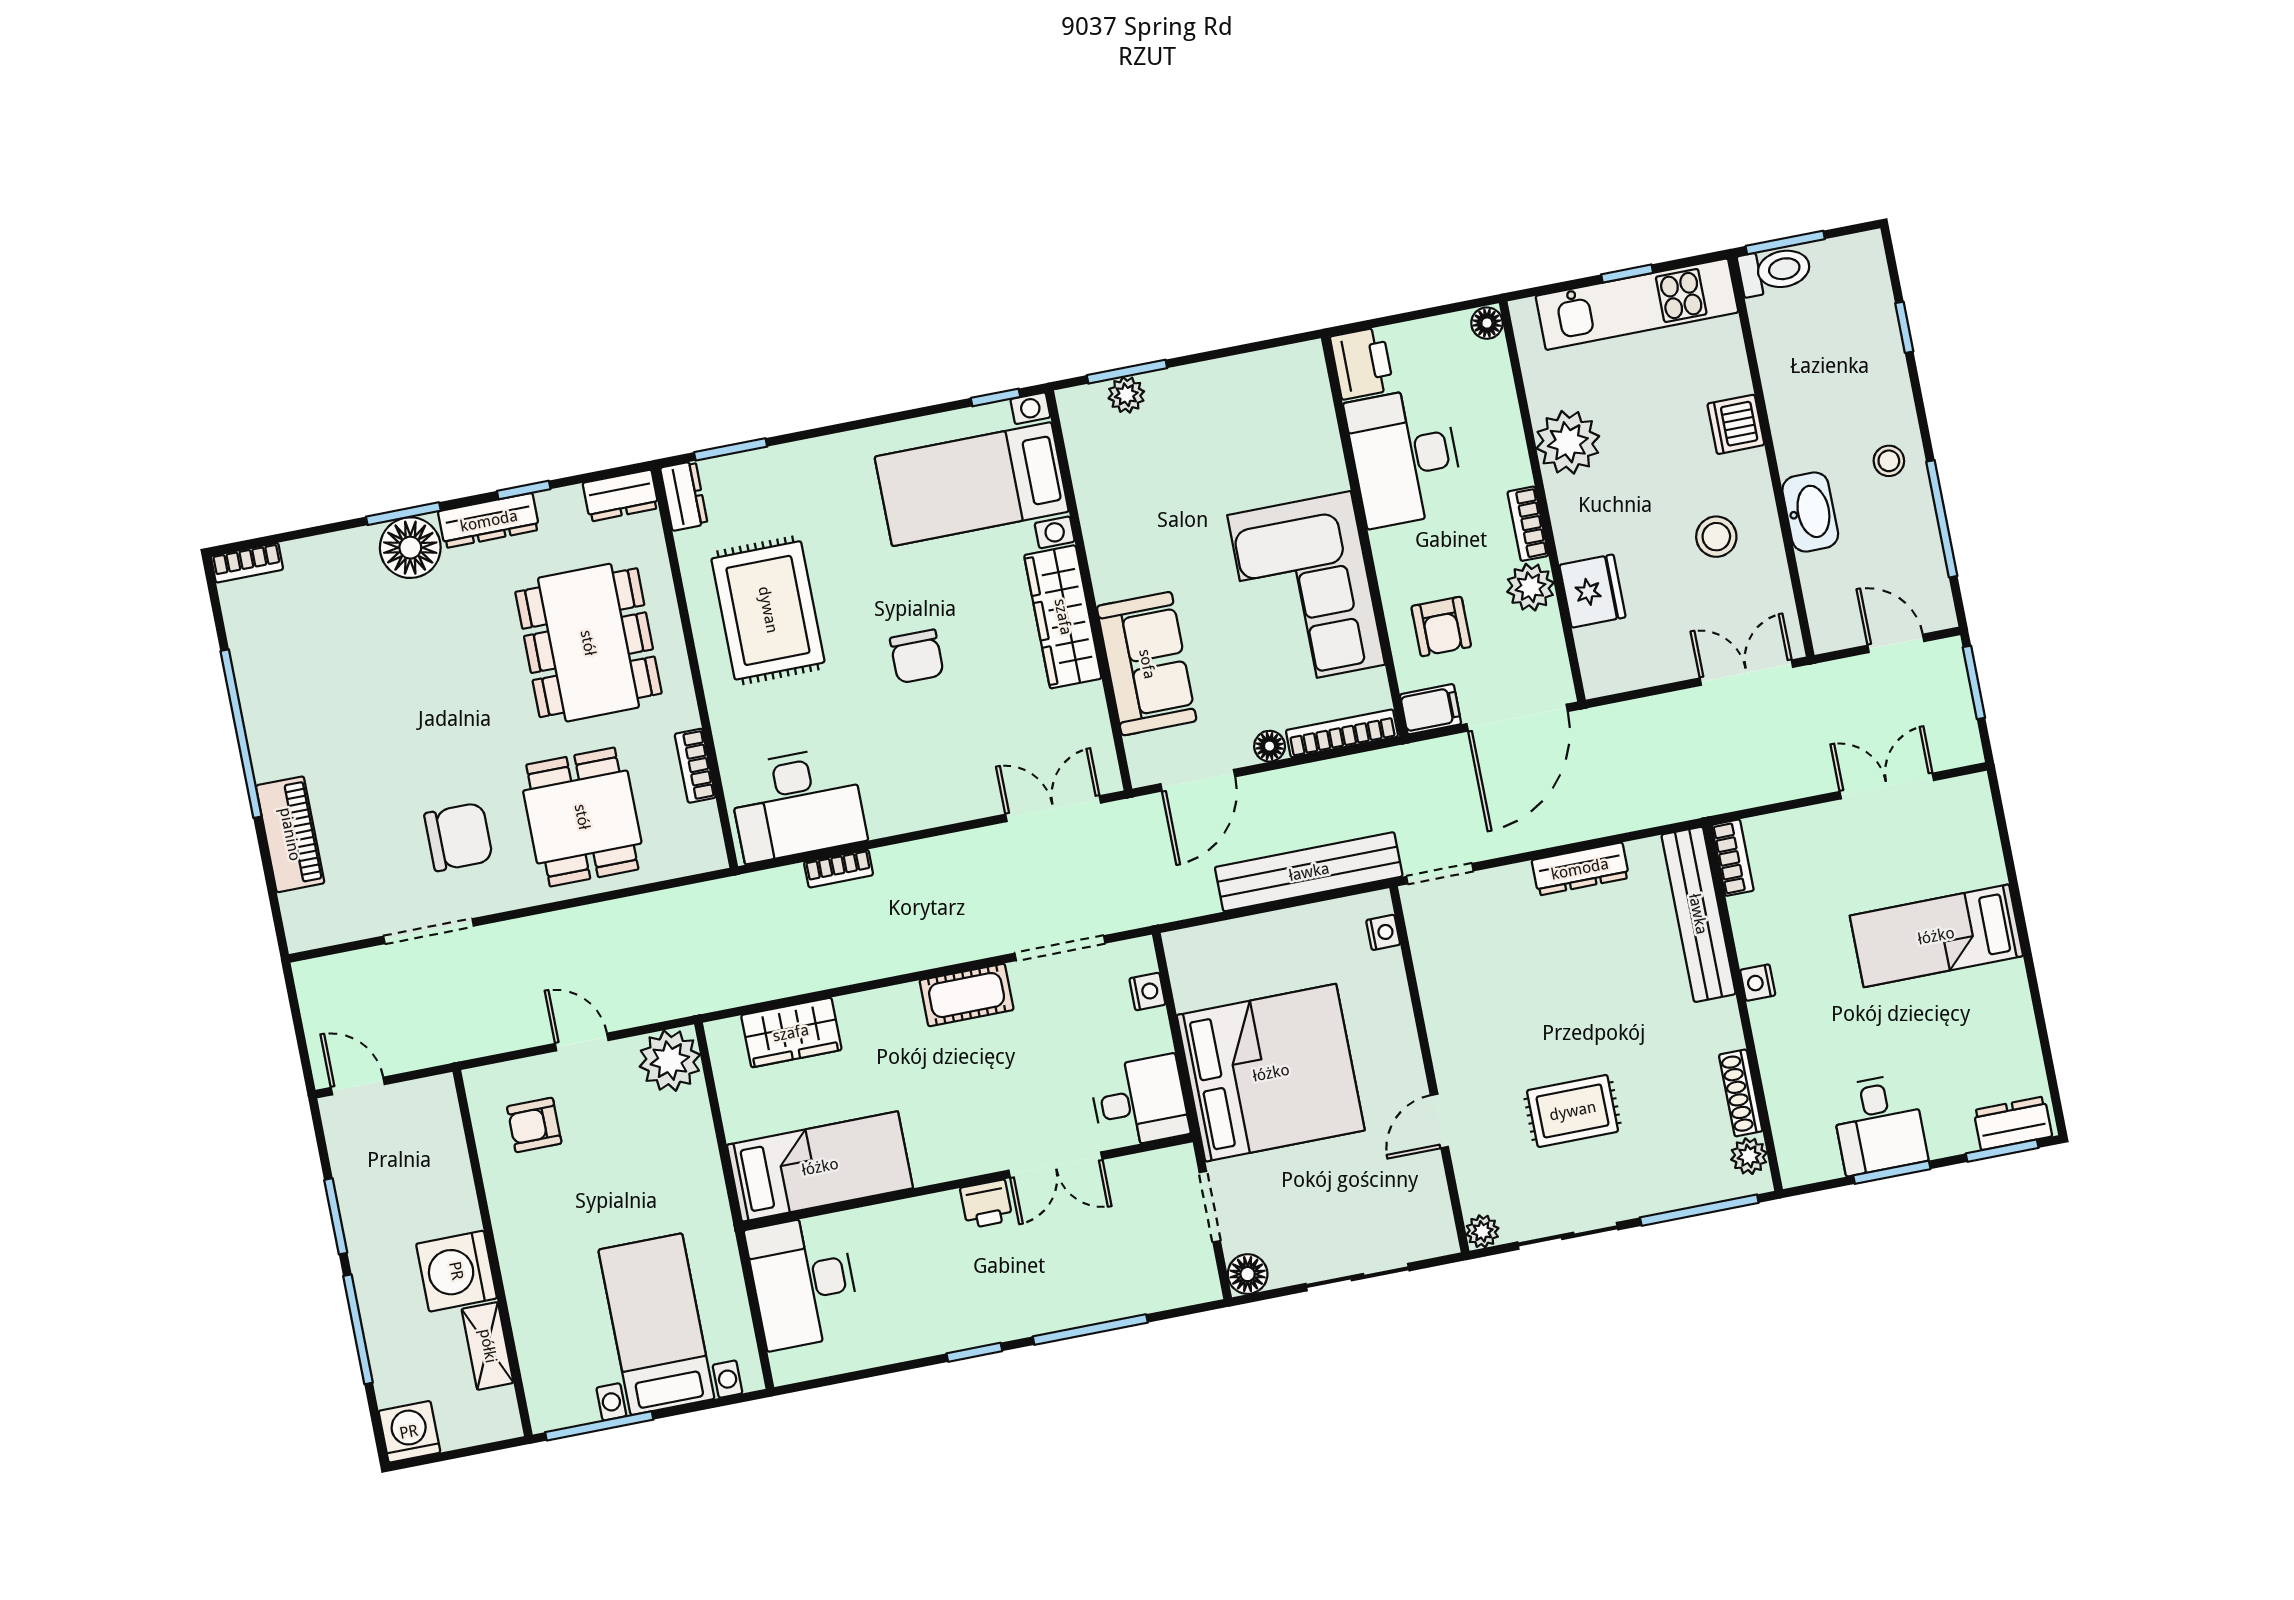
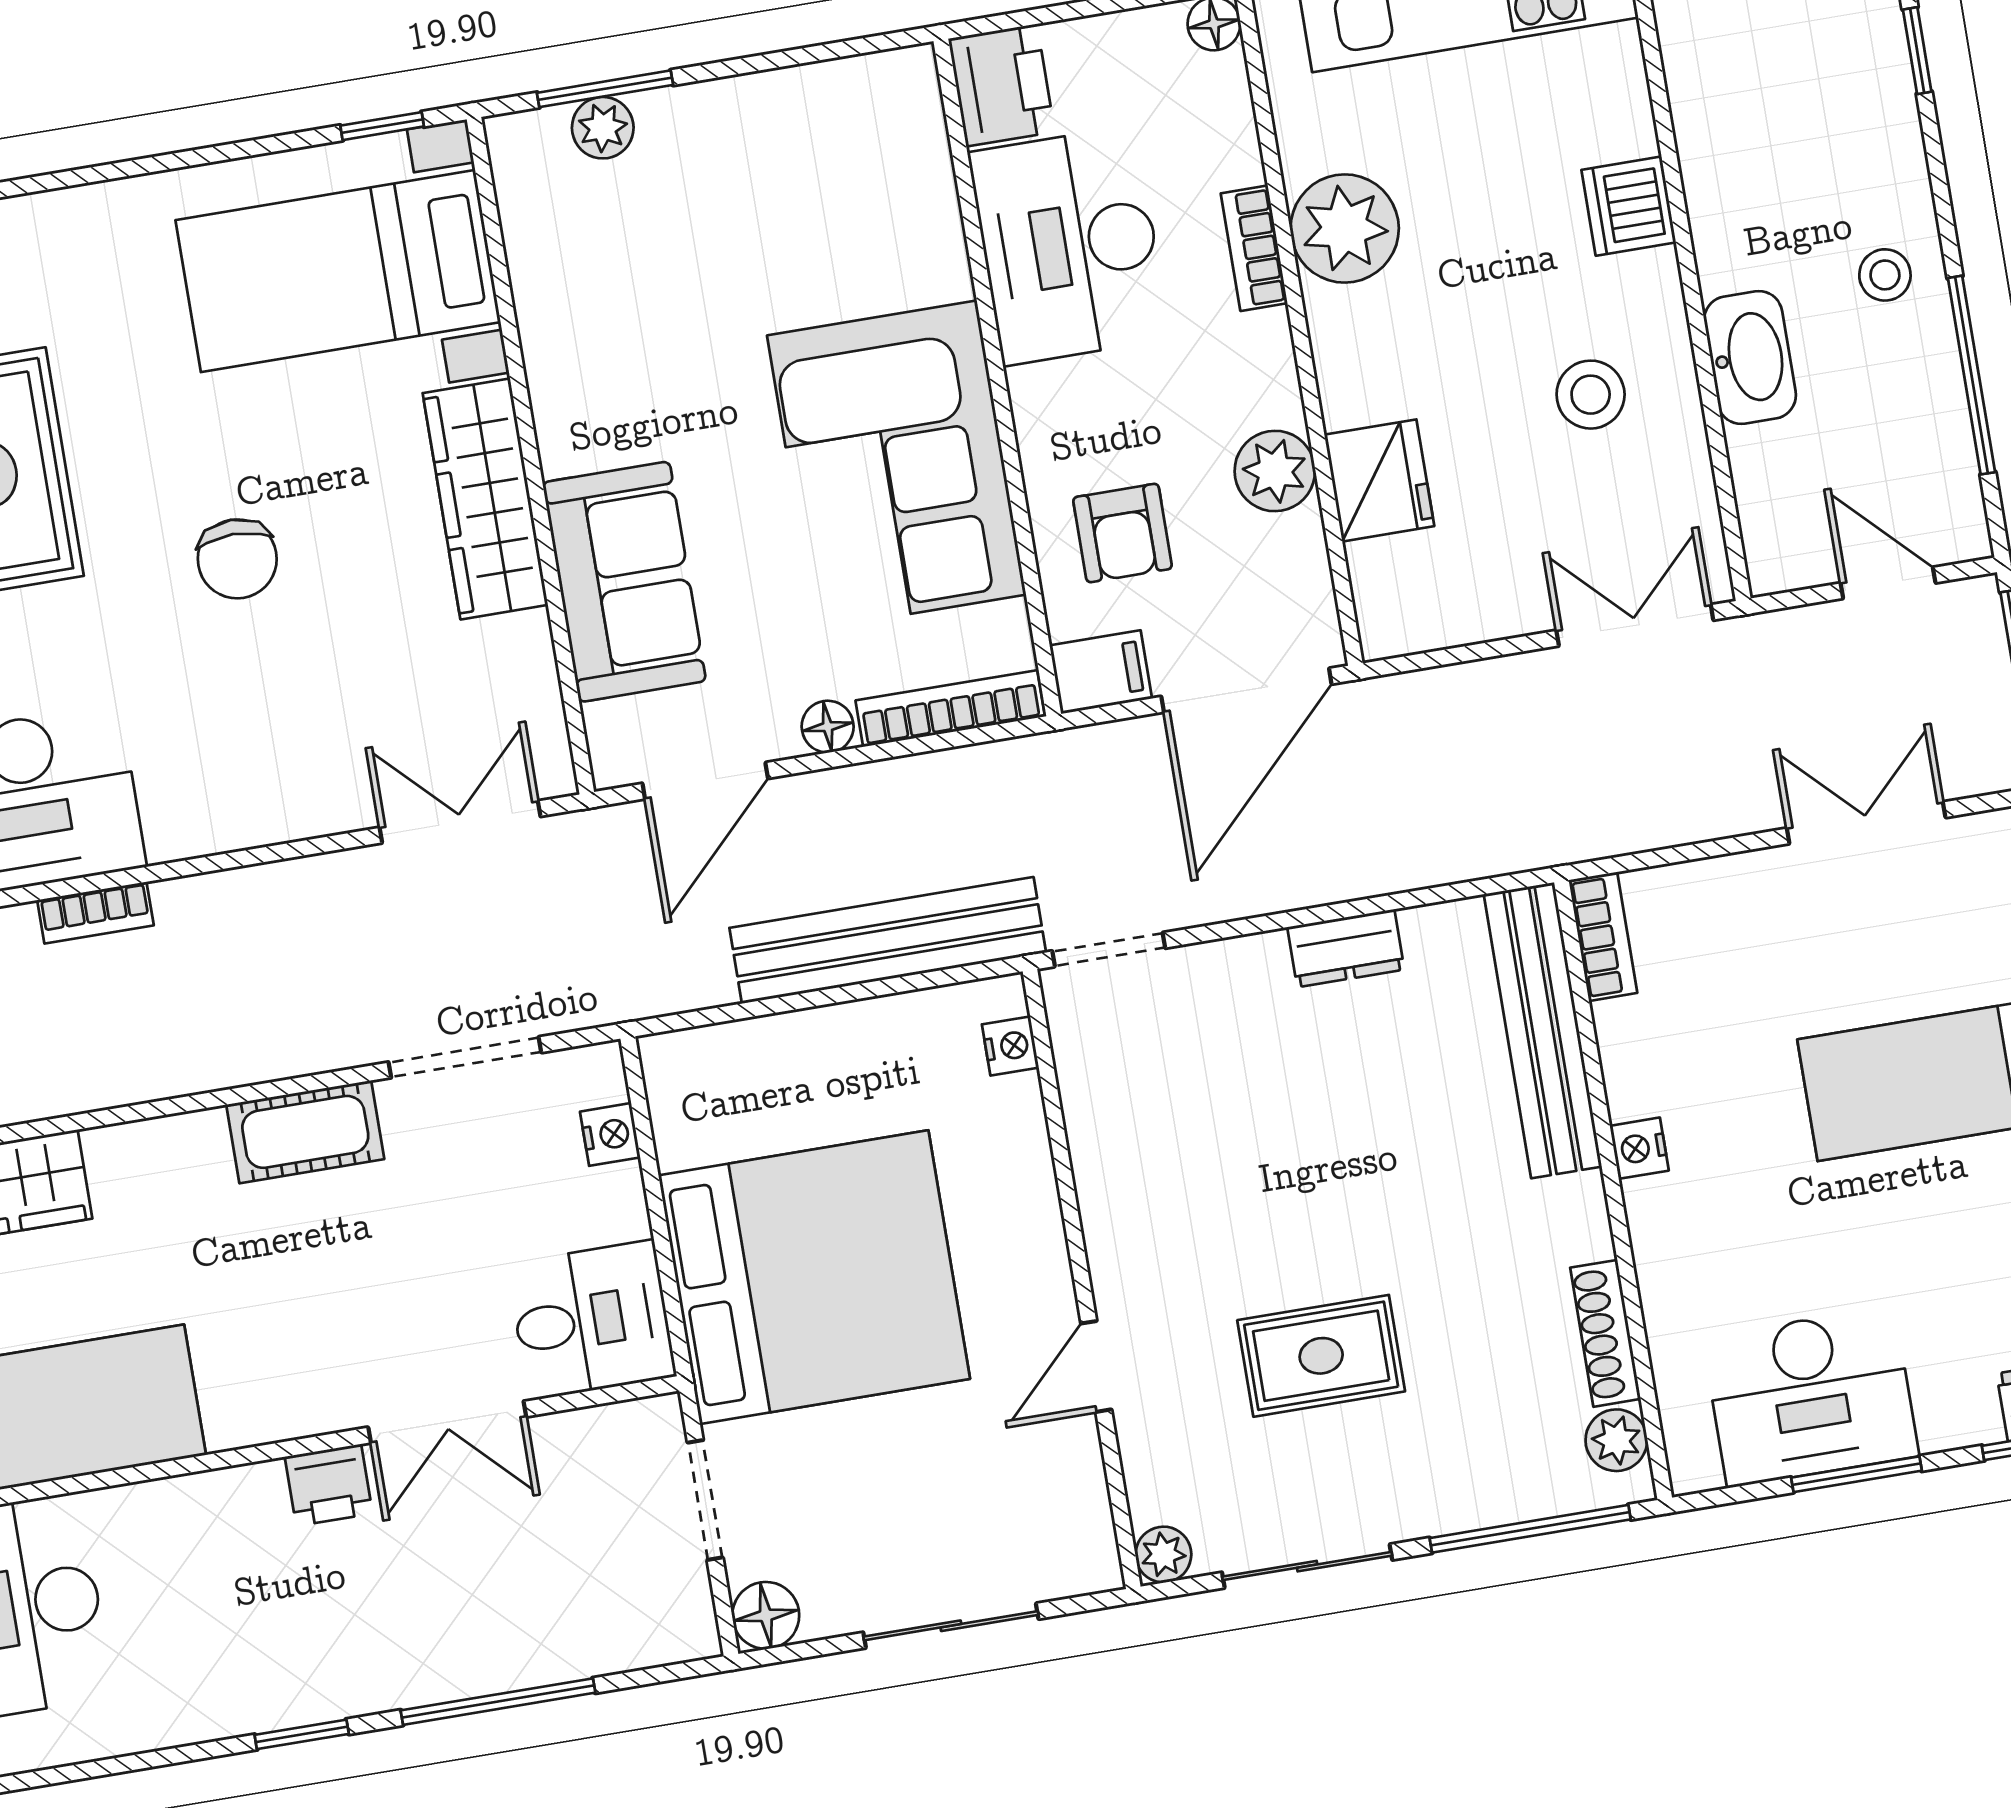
bookcase: (1528, 524) -> (1254, 248), moved
dresser: (1580, 869) -> (1346, 948), width x0.70
desk: (1879, 1124) -> (1811, 1397), width x1.37

